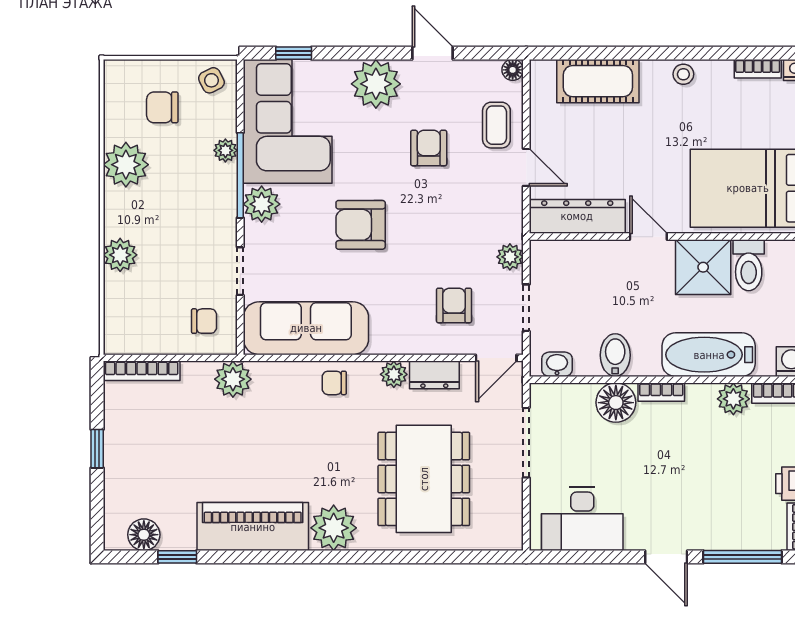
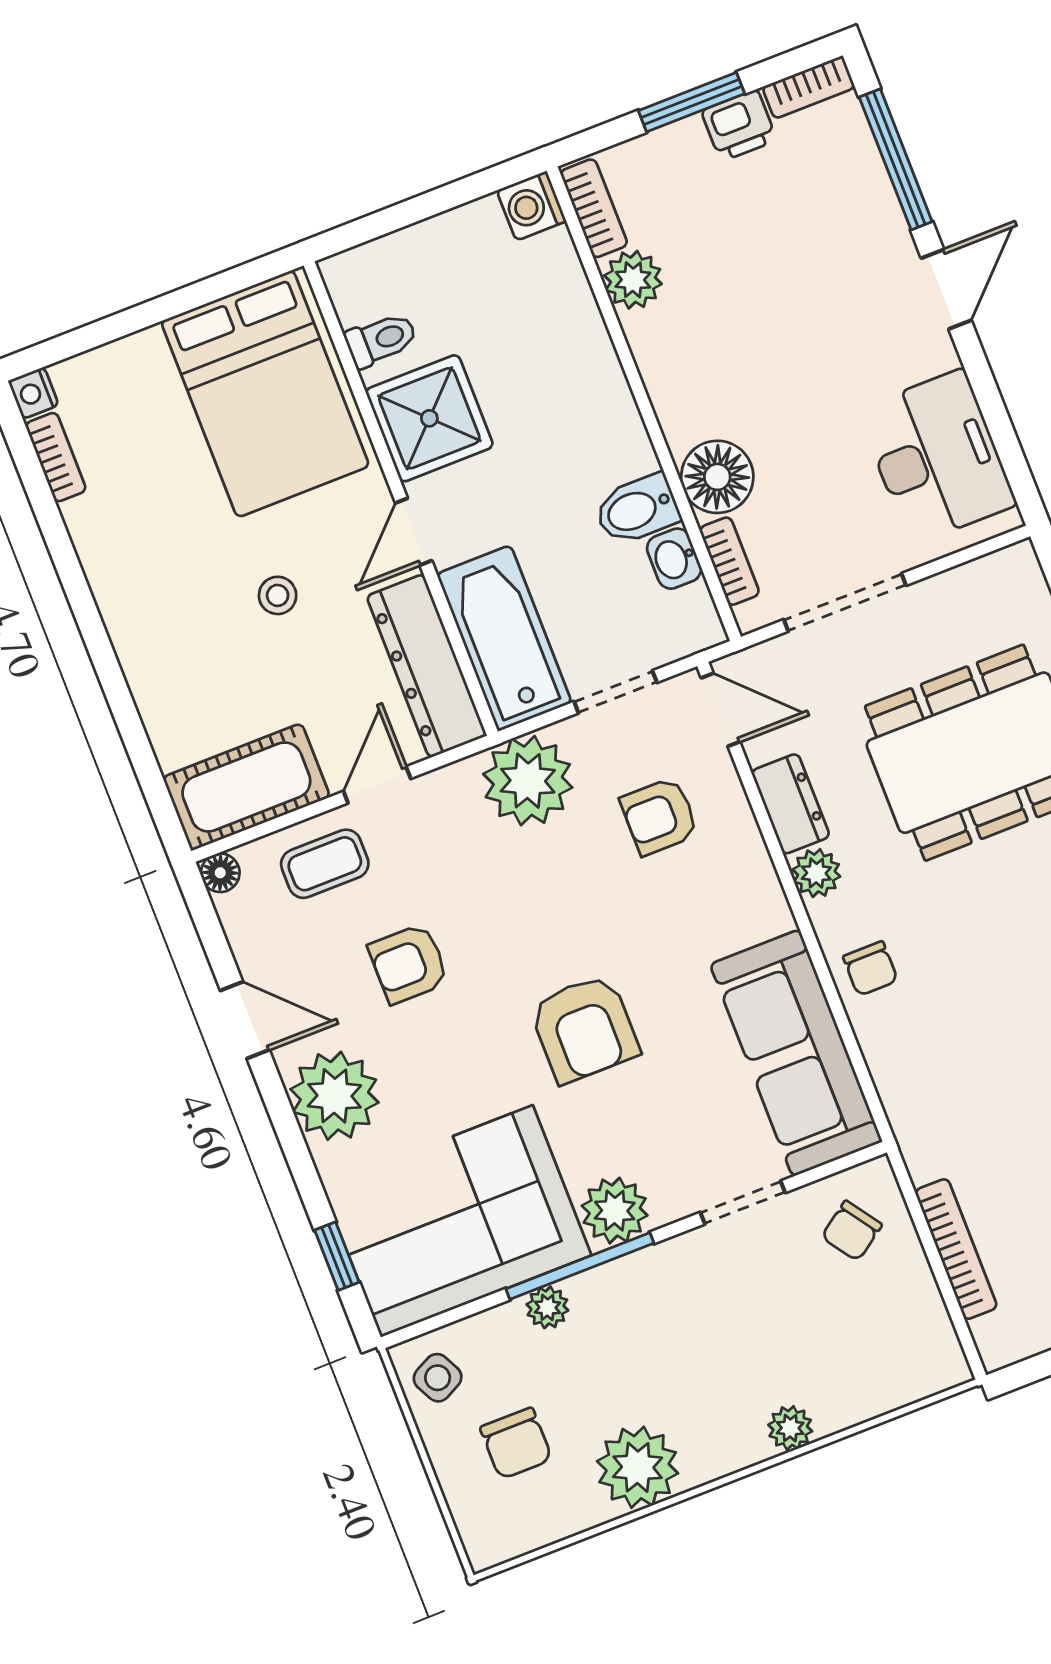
door: (432, 53) -> (245, 1020), swing flipped
stool: (683, 74) -> (278, 595), moved
cot: (598, 81) -> (246, 787), moved, turned 90
plant: (120, 255) -> (790, 1428), width x0.73, depth x0.73
plant: (510, 257) -> (528, 781), width x1.87, depth x1.87
toilet: (749, 265) -> (381, 340), width x0.73, depth x0.72
chair: (204, 321) -> (852, 1231), turned -125
bathtub: (709, 355) -> (504, 638), moved, turned 180
washbasin: (557, 364) -> (674, 559), moved
bookcase: (142, 371) -> (956, 1249), moved
plant: (233, 379) -> (931, 1143), removed
bookcase: (661, 392) -> (729, 561), moved

